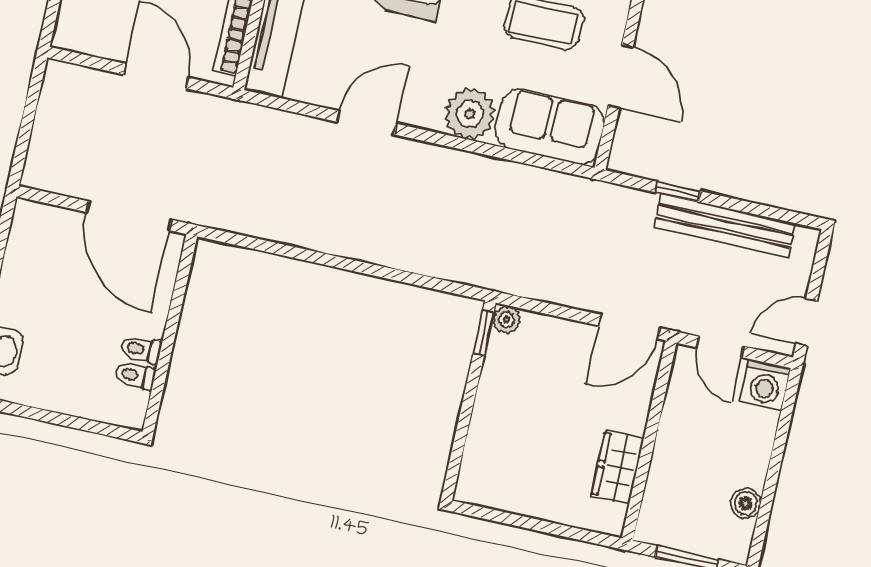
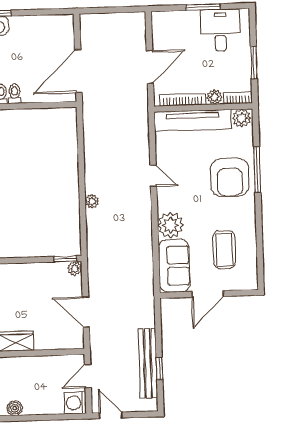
door: (367, 123) -> (153, 176), width x0.73
window: (678, 192) -> (159, 368), moved
plant: (386, 253) -> (92, 201), added
door: (629, 327) -> (86, 312), moved

